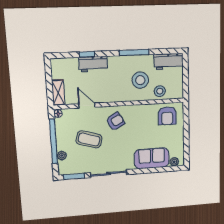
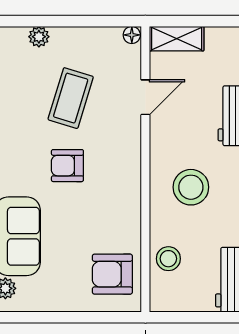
stool: (140, 80) -> (191, 187), moved
armchair: (115, 121) -> (67, 166), moved, turned 119
window: (53, 141) -> (72, 21), removed

